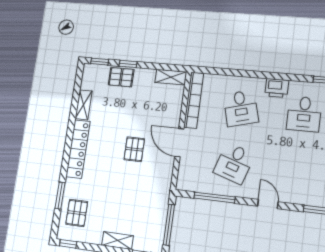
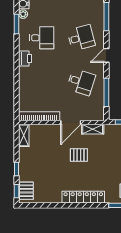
pallet: (121, 77) -> (26, 191), moved
shelving: (84, 105) -> (93, 129), moved
desk: (241, 108) -> (81, 38), moved

